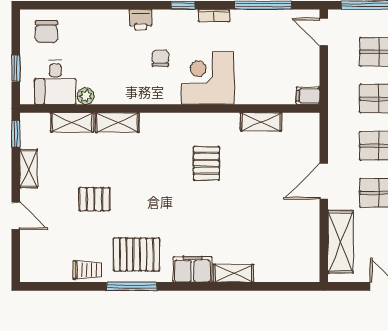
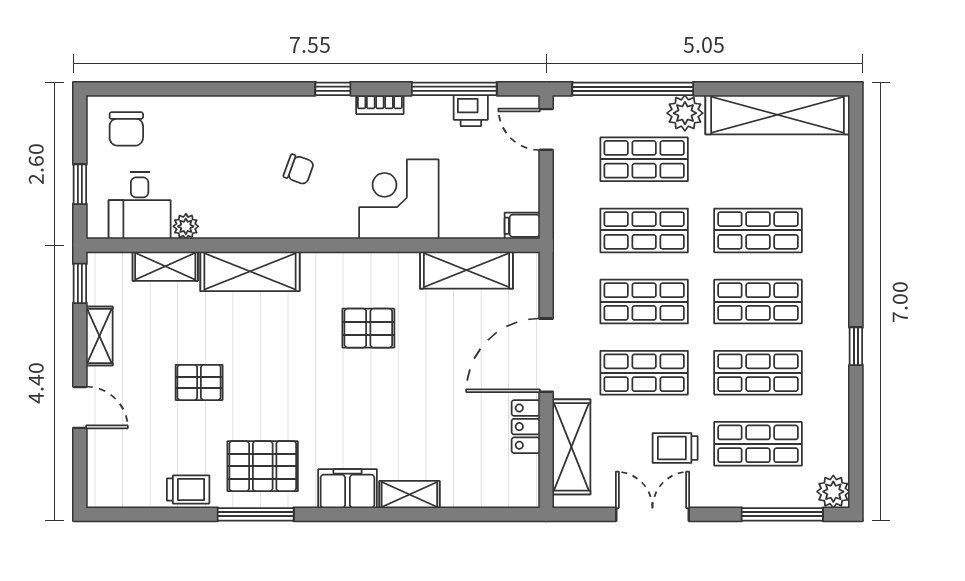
printer: (141, 20) -> (471, 111), moved
chair: (160, 58) -> (299, 169), turned 110
corner desk: (207, 78) -> (399, 199), moved
shelving: (261, 122) -> (467, 270), width x1.50, depth x1.33
shelving: (117, 123) -> (250, 271), width x1.50, depth x1.33
pallet: (206, 163) -> (368, 328), turned 90
door: (324, 181) -> (546, 355), width x1.36
locker: (310, 228) -> (526, 427), added

